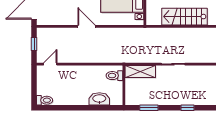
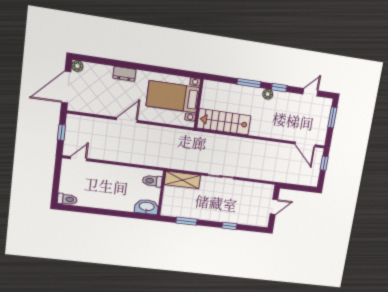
stairs: (184, 17) -> (224, 122), moved
door: (87, 26) -> (127, 120), hinge flipped
washbasin: (99, 99) -> (147, 207), moved

